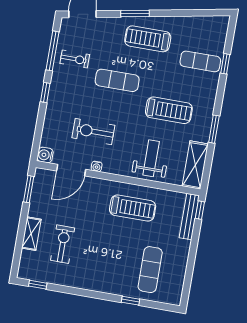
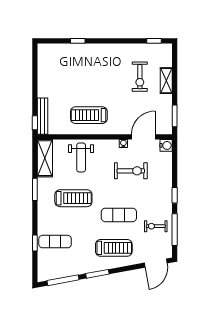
window: (199, 13) -> (63, 280), added
window: (135, 14) -> (97, 274), moved
treadmill: (148, 39) -> (114, 248), moved
treadmill: (169, 110) -> (73, 198), turned 180
exercise mat: (150, 270) -> (66, 68), removed

